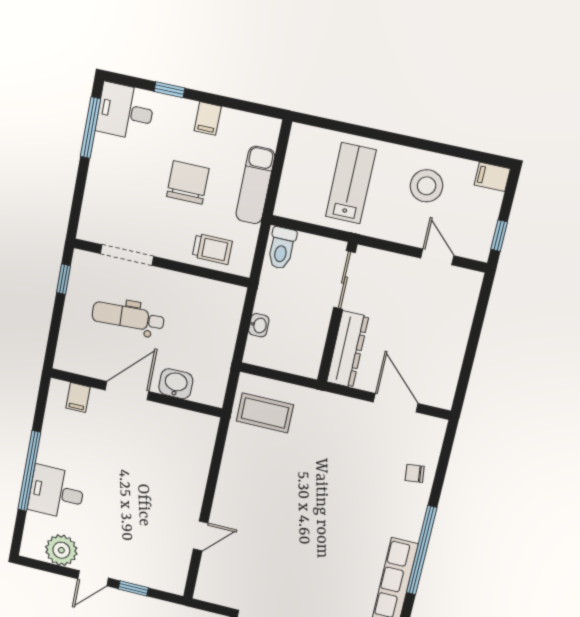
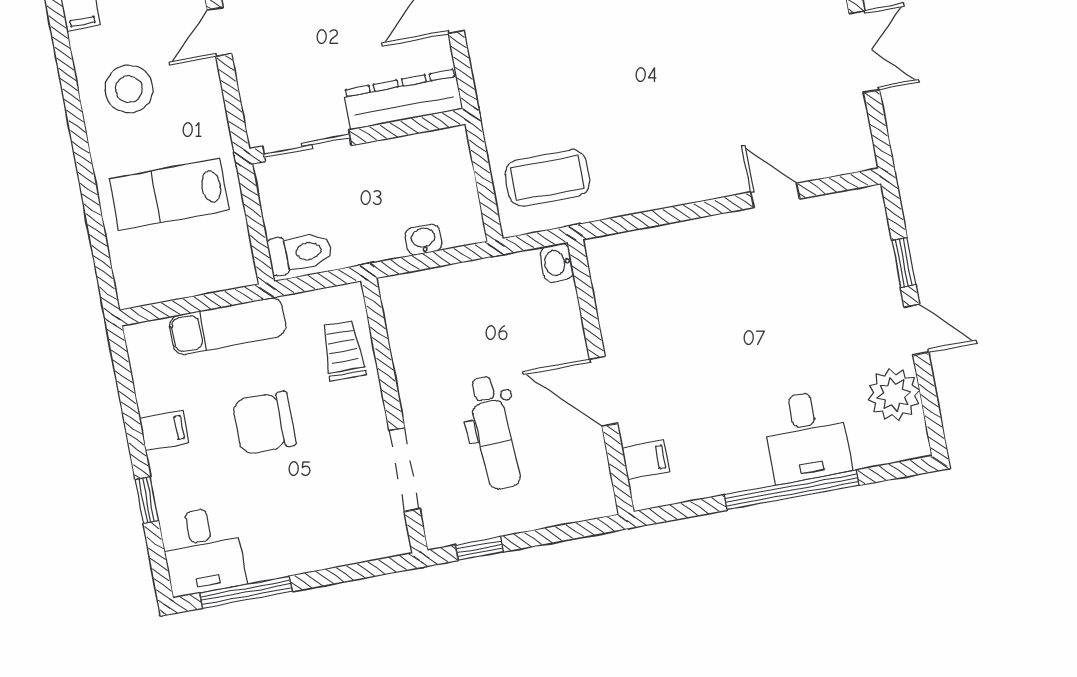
washbasin: (176, 384) -> (557, 263), moved, width x0.72, depth x0.69
coffee table: (265, 413) -> (547, 178), turned 90

